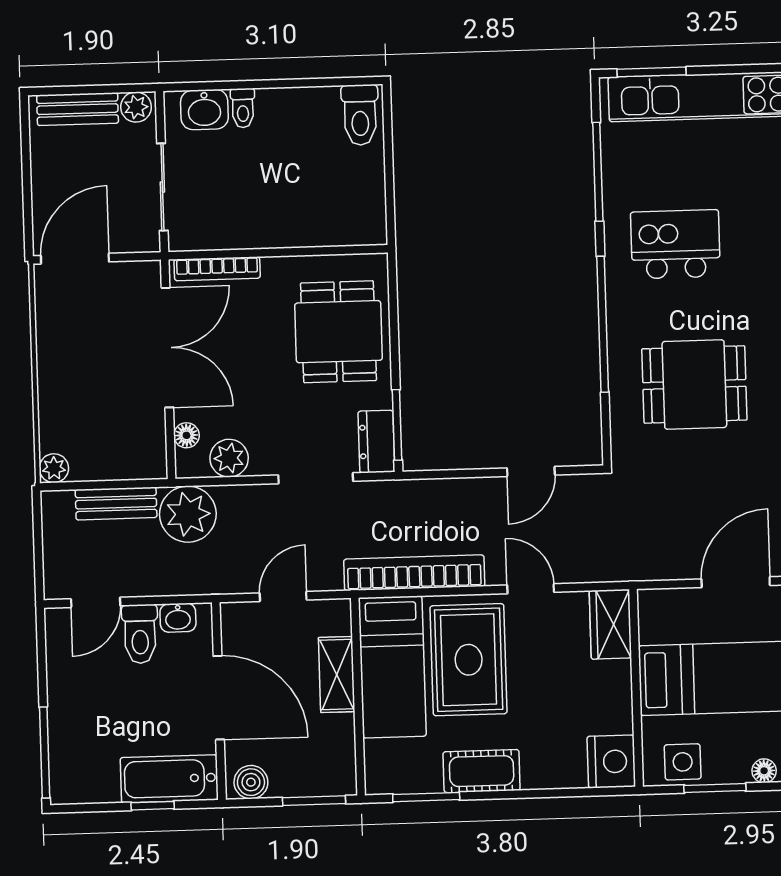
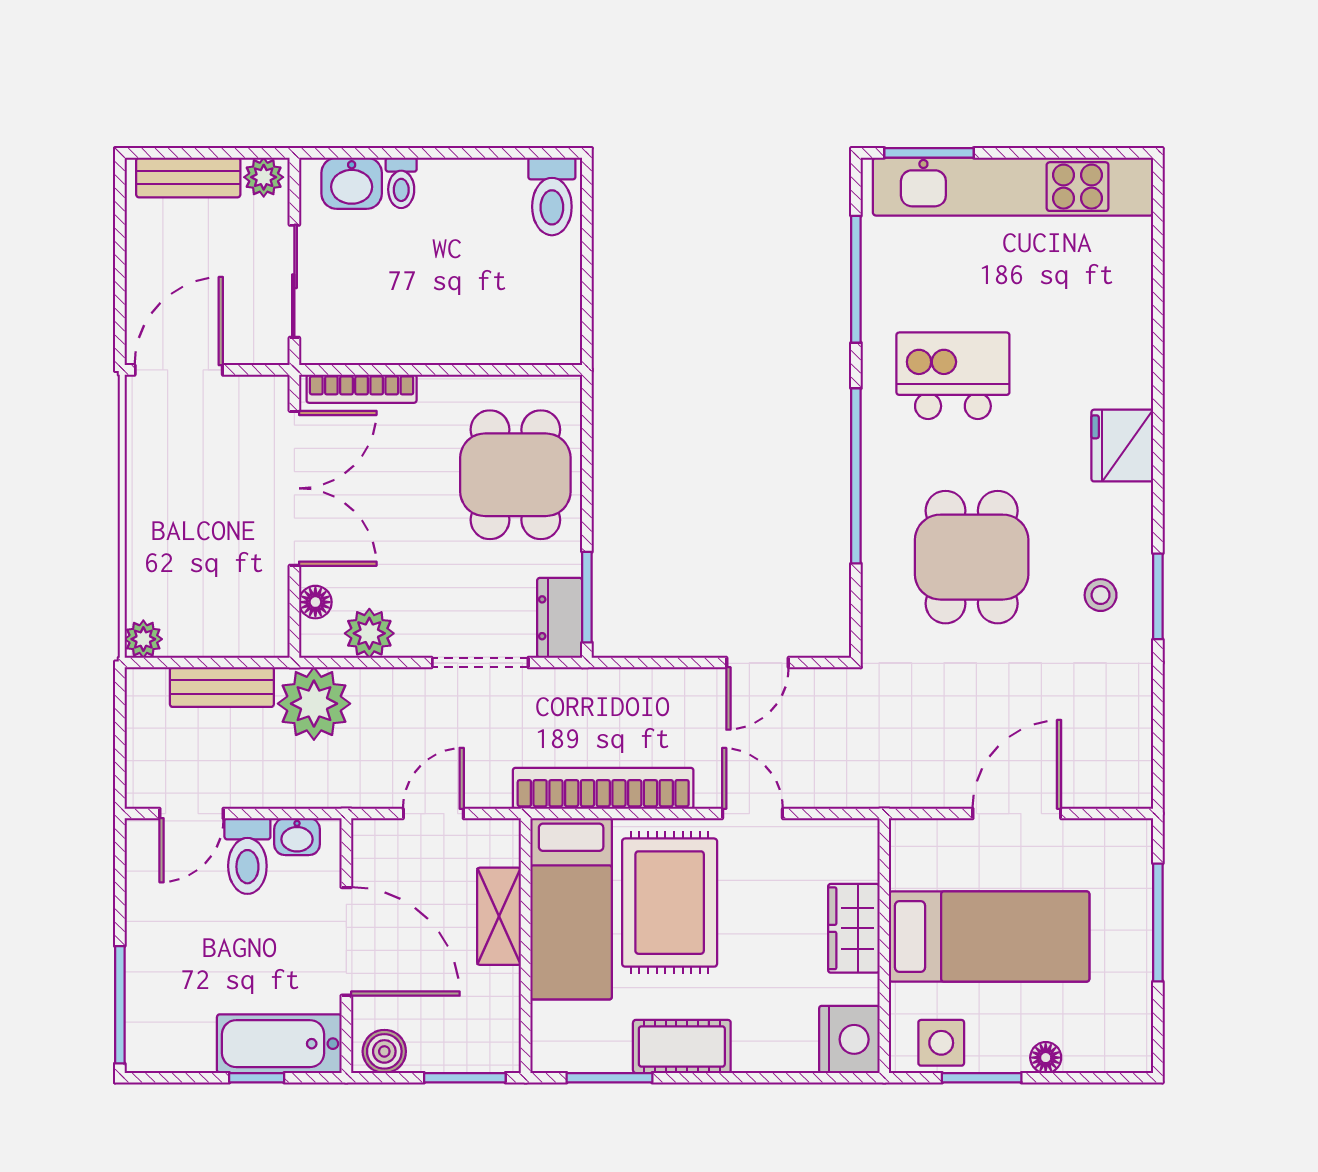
dining table: (694, 384) -> (972, 557), turned 90
wardrobe: (610, 624) -> (854, 928), moved

